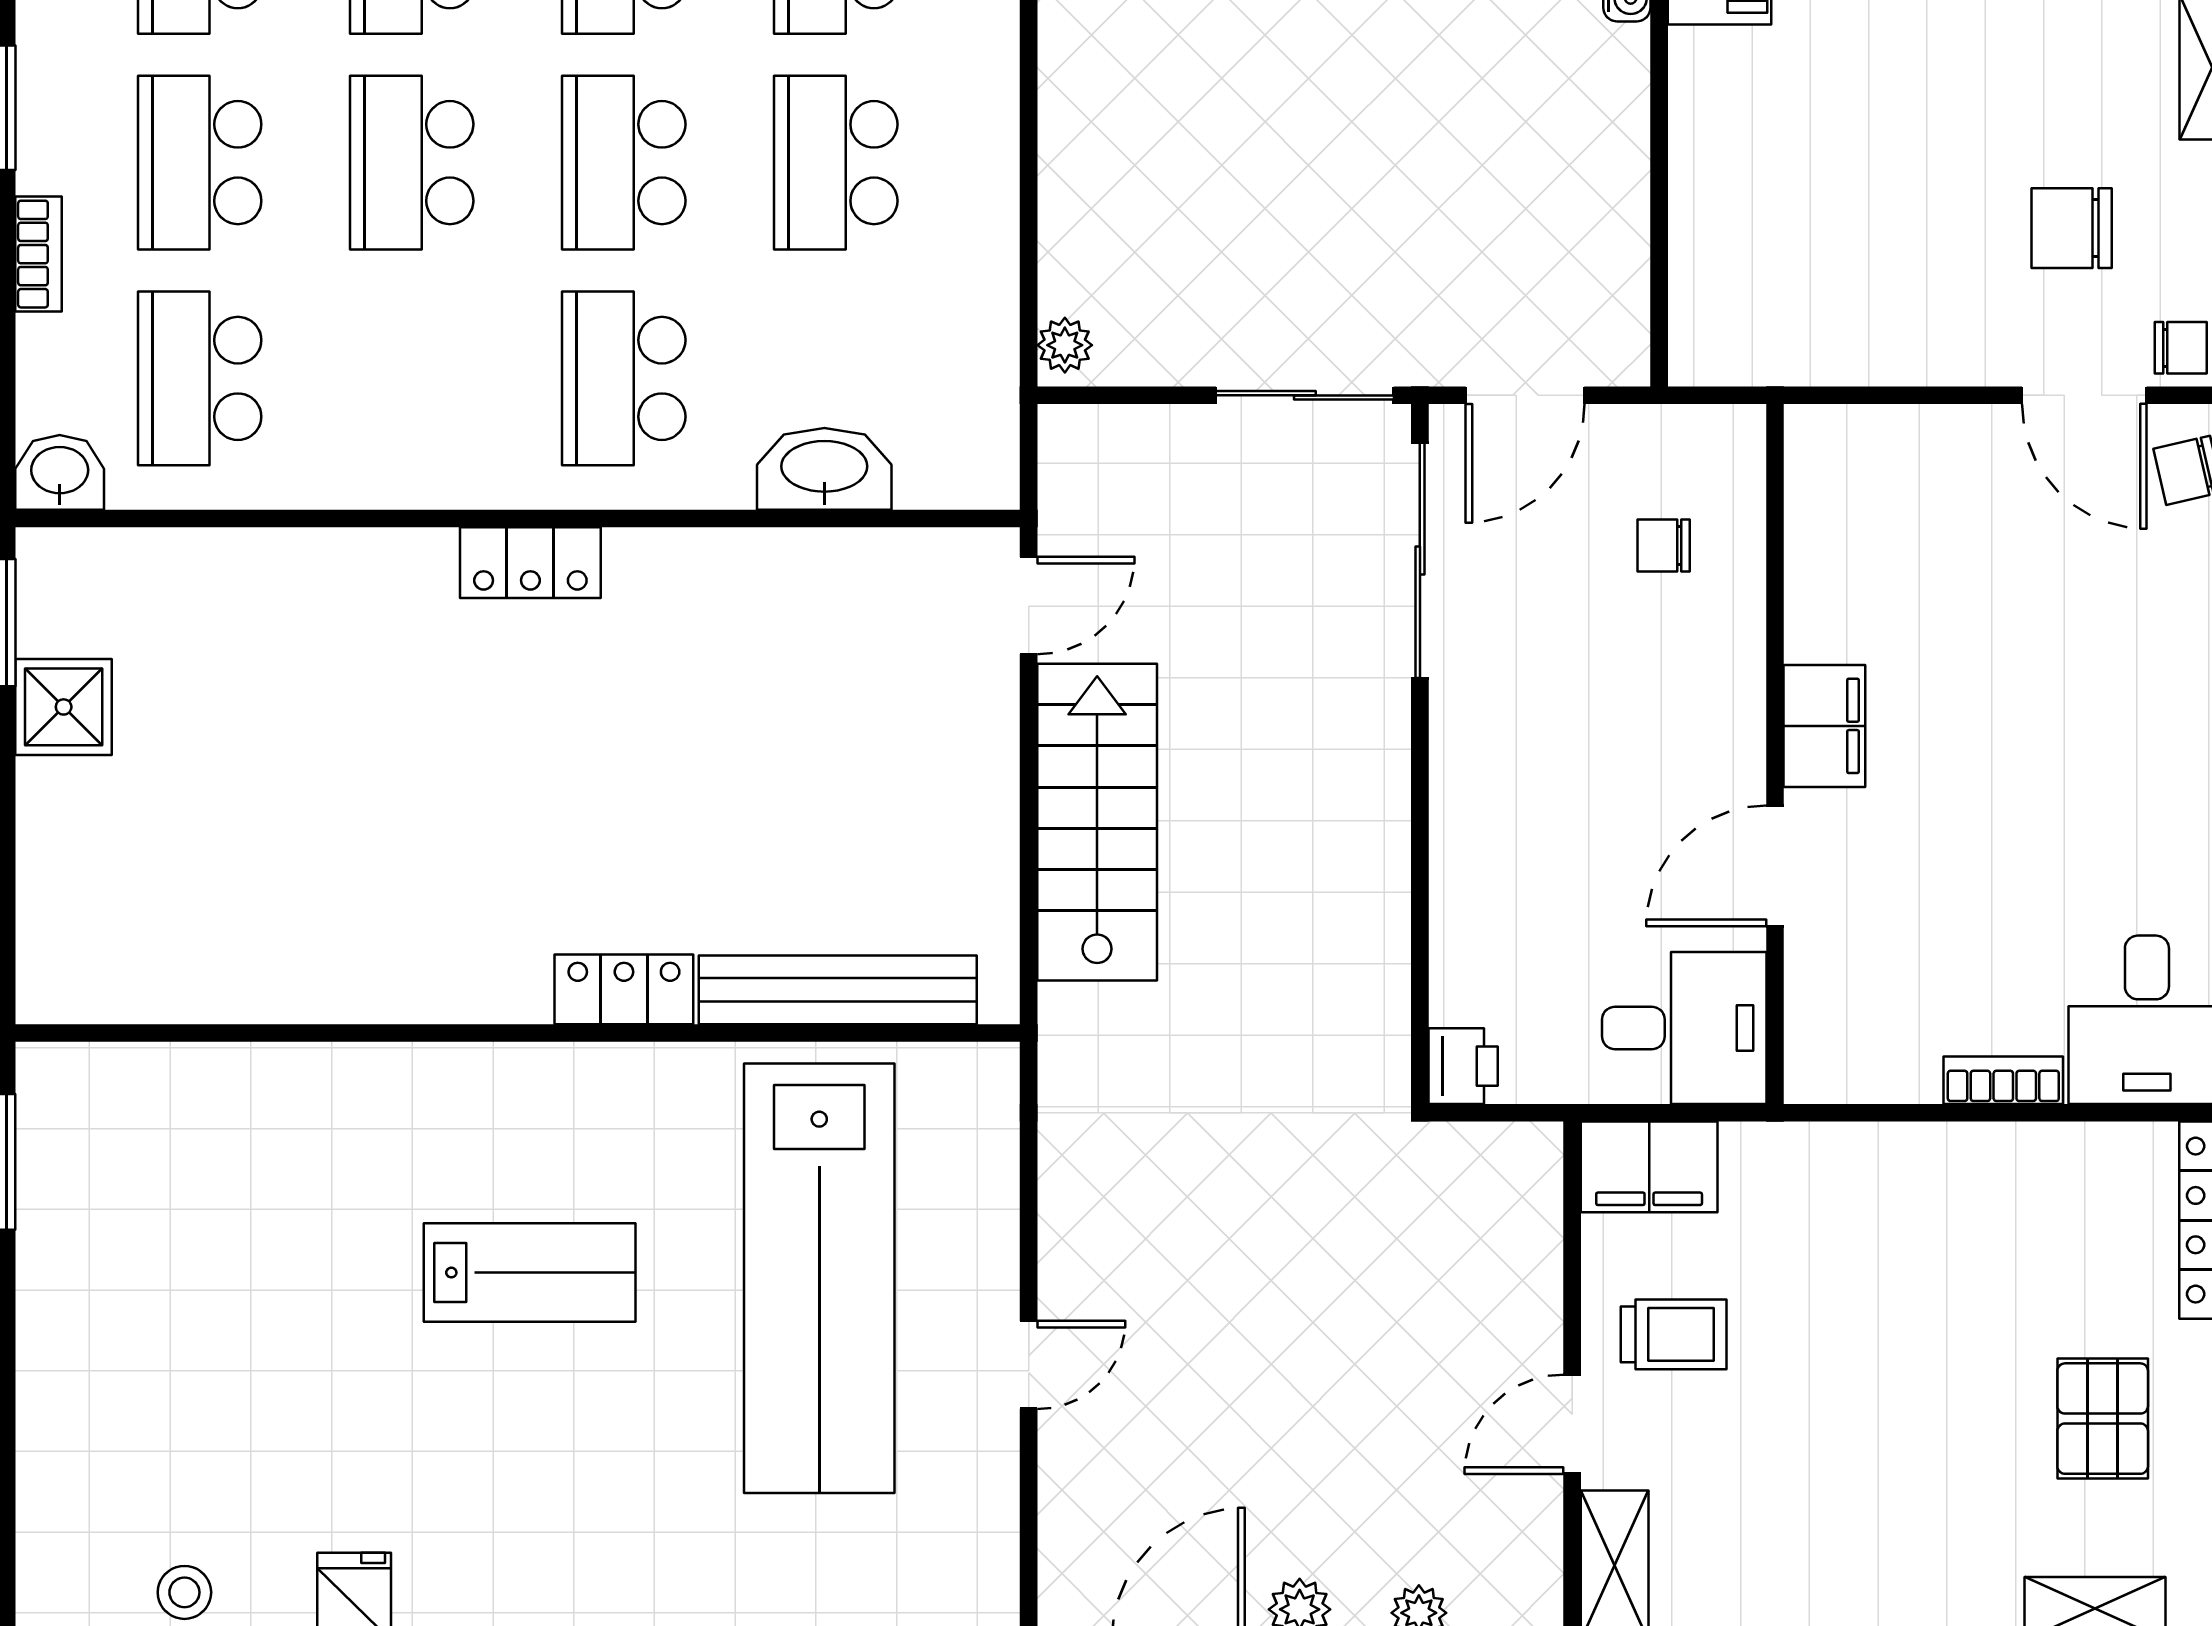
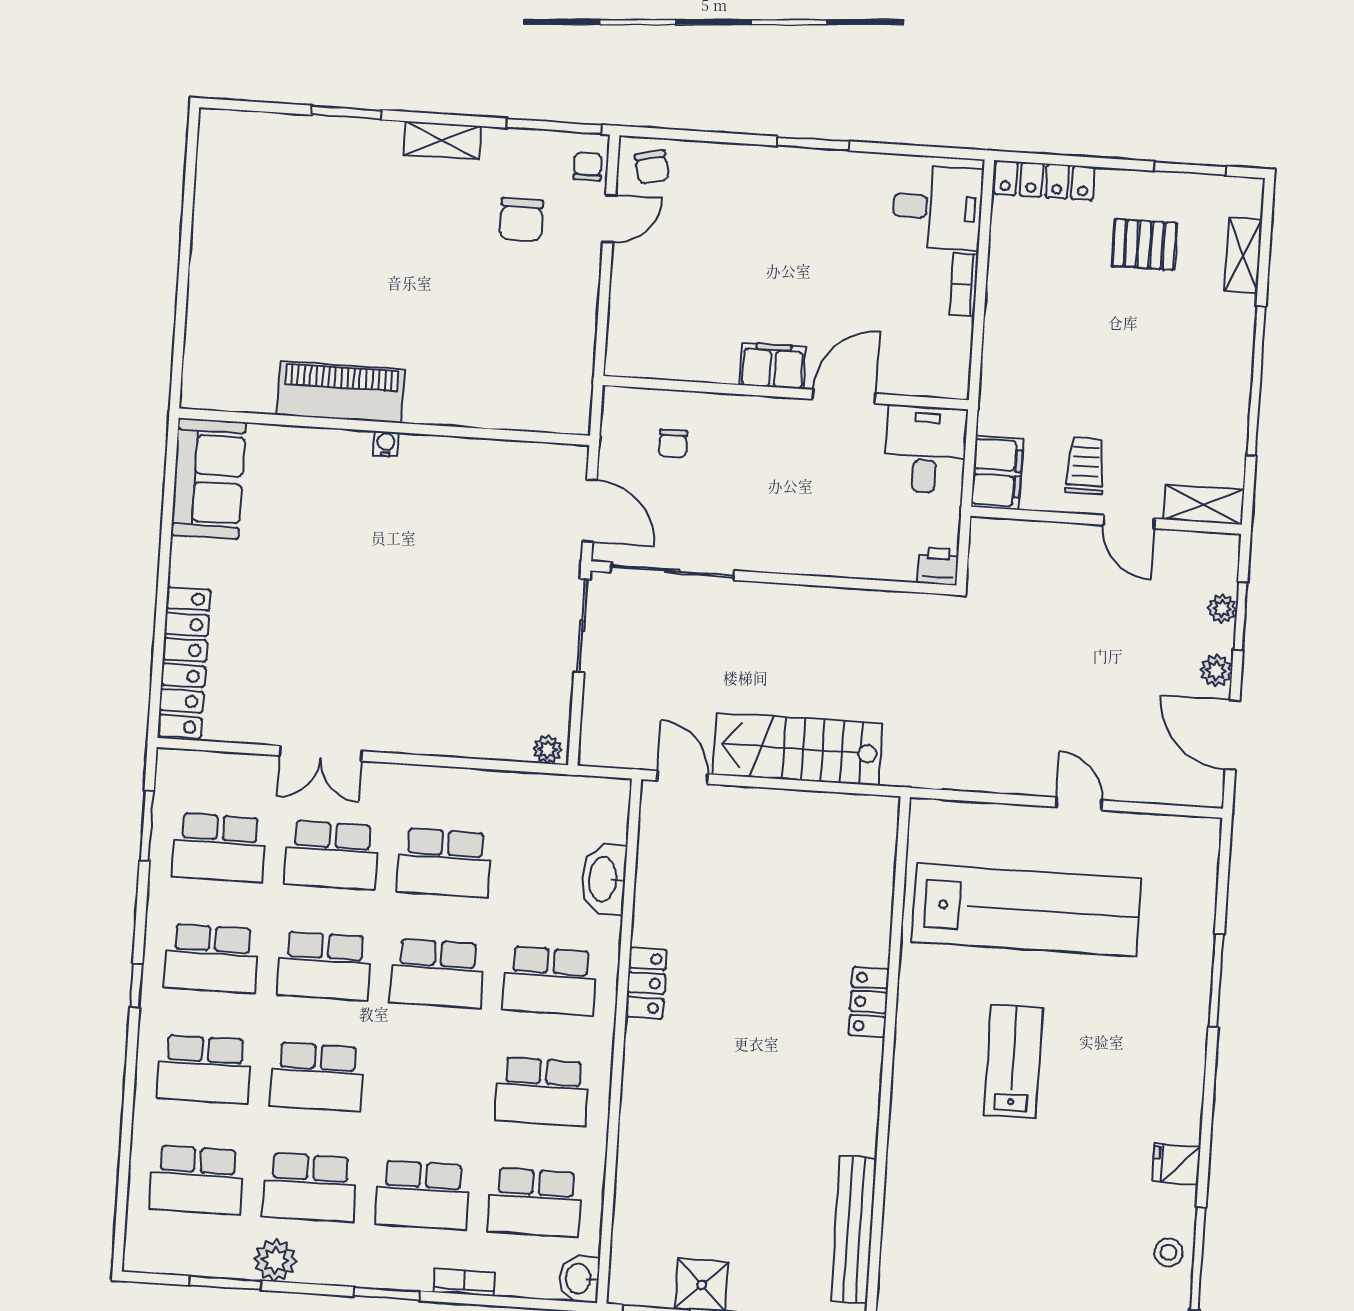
school desk: (412, 163) -> (542, 1092), moved
door: (2084, 395) -> (609, 219), width x0.73
locker: (530, 563) -> (646, 983), moved
door: (1775, 866) -> (844, 396), swing flipped
bench: (838, 990) -> (854, 1229), moved

